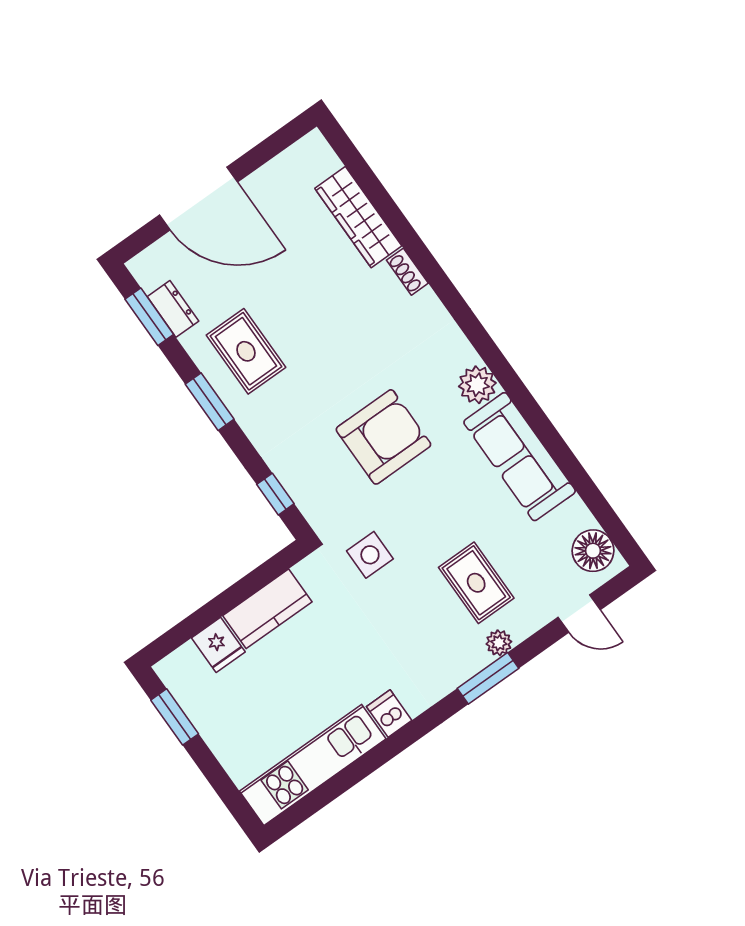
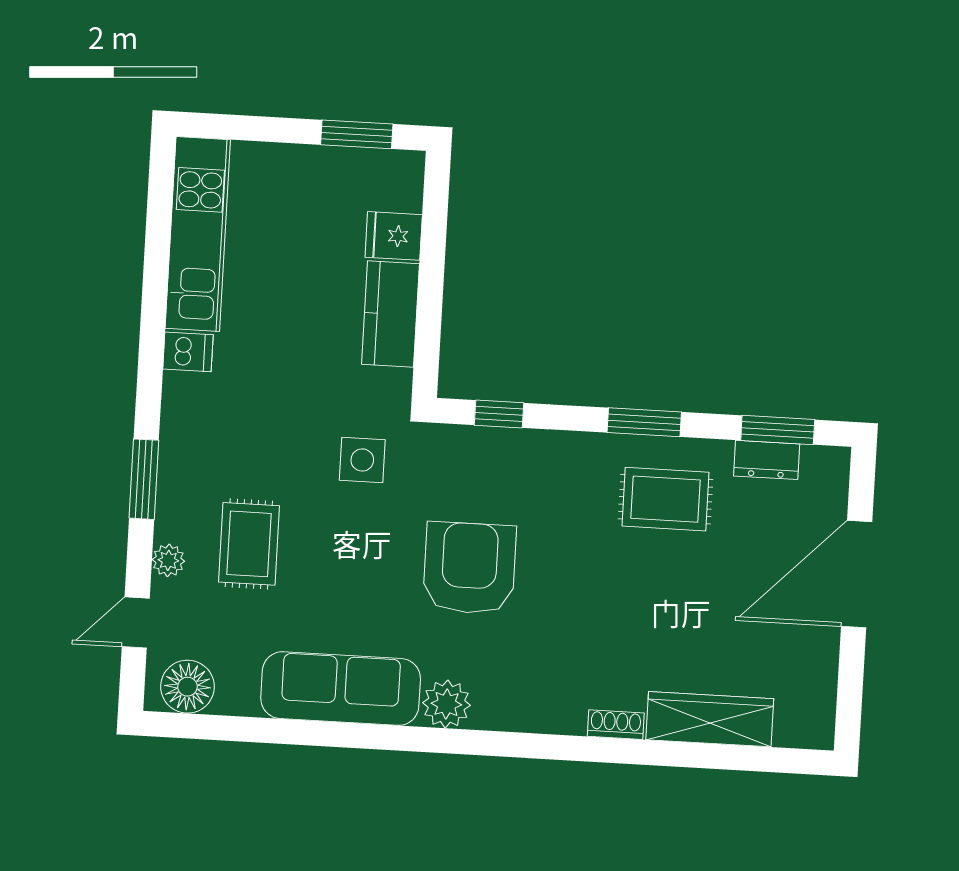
armchair: (383, 437) -> (470, 568), turned 180
rug: (476, 583) -> (249, 544), turned 90
plant: (499, 643) -> (168, 560), moved

